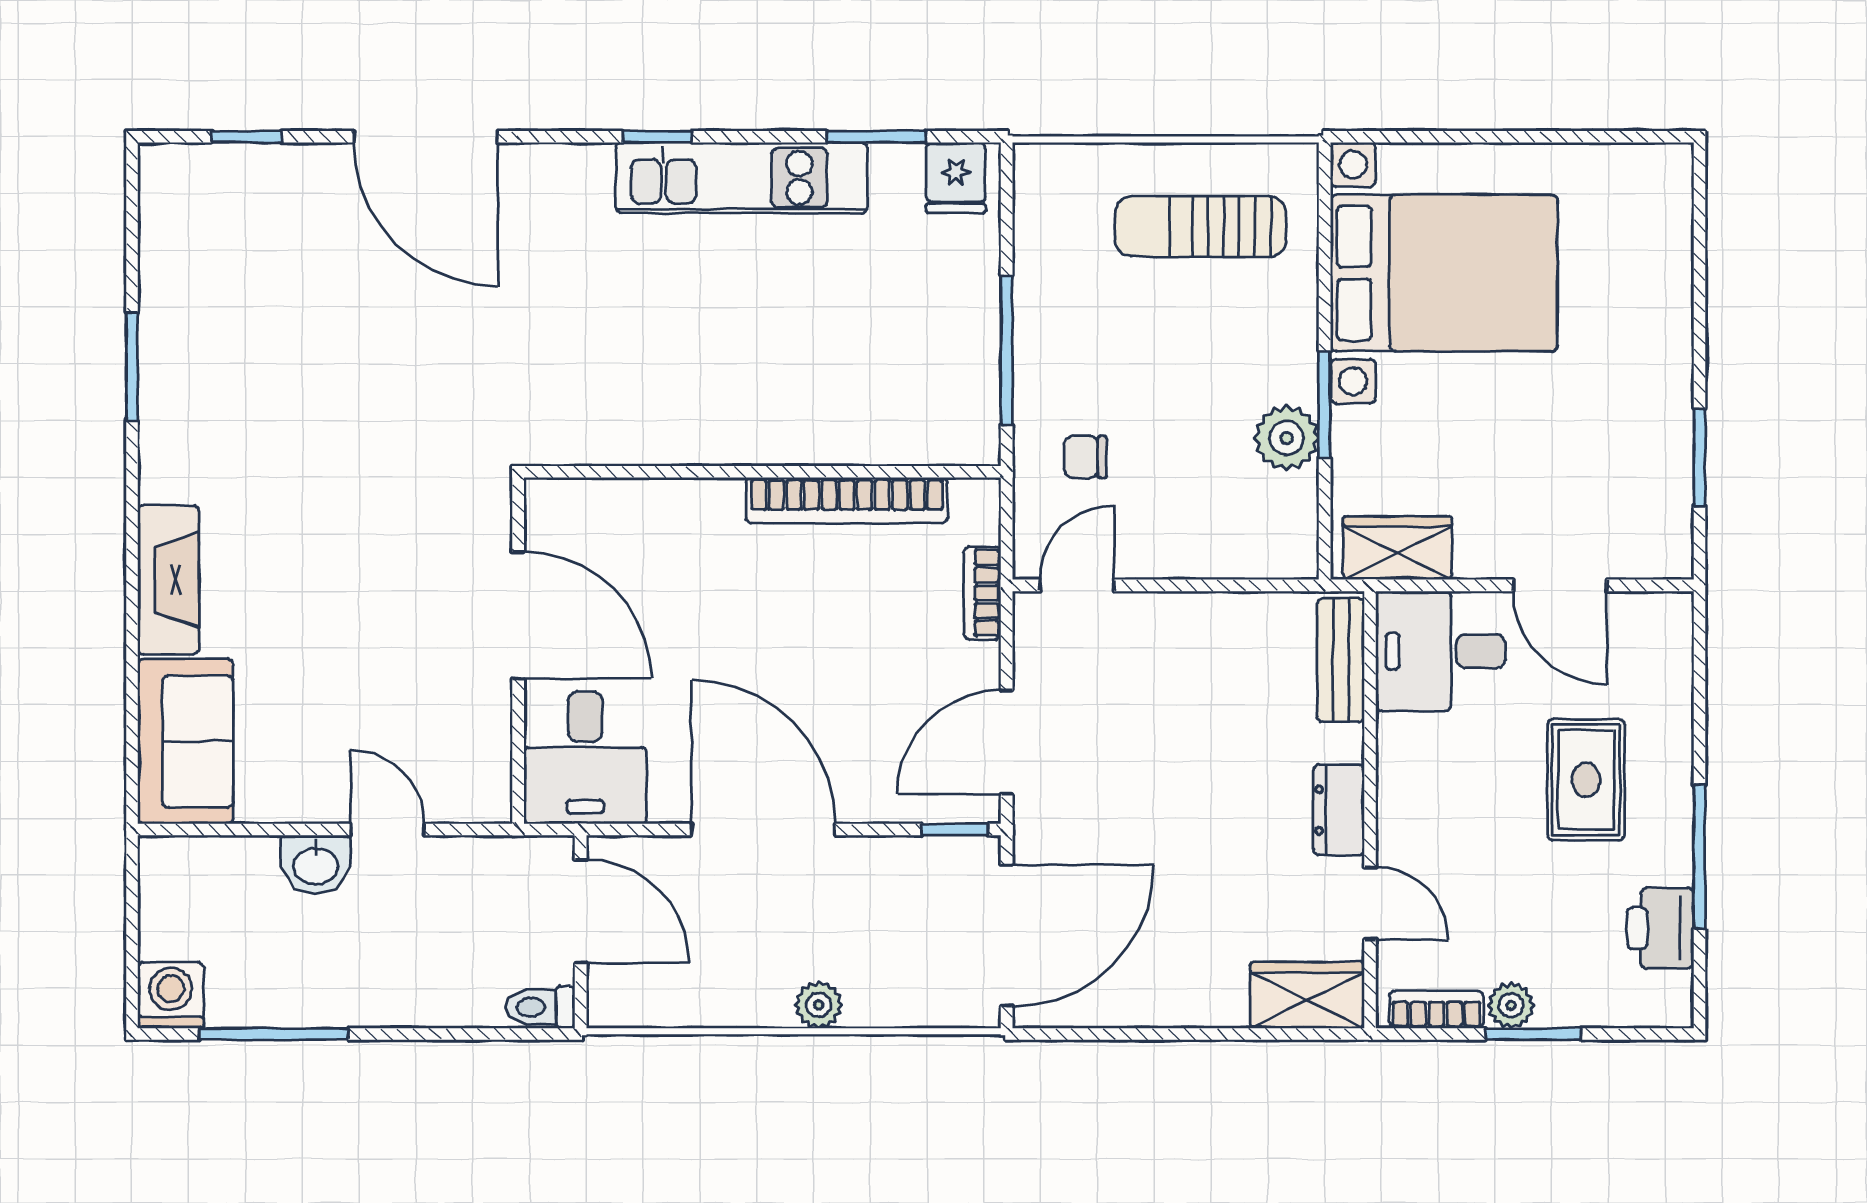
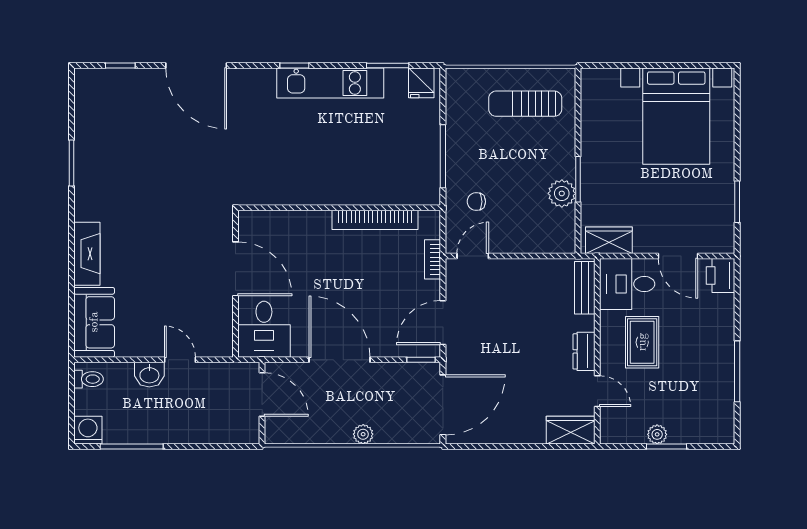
bed with nightstands: (1444, 273) -> (676, 116), moved, turned 90
rug: (1586, 780) -> (642, 342), moved
printer: (1660, 928) -> (721, 276), moved
toilet: (540, 1007) -> (89, 379), moved, turned 180
bookcase: (1436, 1010) -> (625, 436), removed

